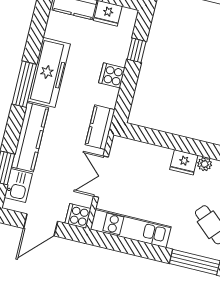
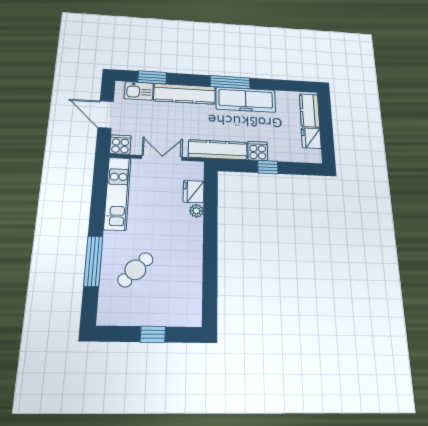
window: (137, 50) -> (268, 167), moved
kitchen counter: (100, 127) -> (218, 150), width x1.50
fridge: (184, 162) -> (194, 192), moved
plant: (205, 164) -> (196, 211), moved

